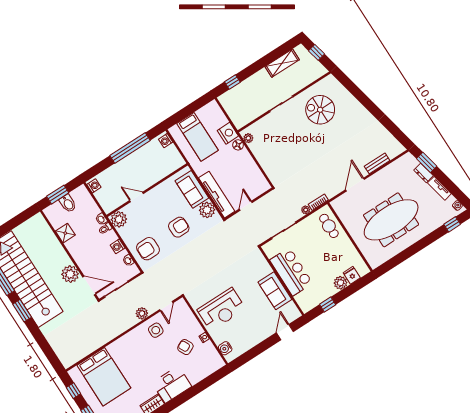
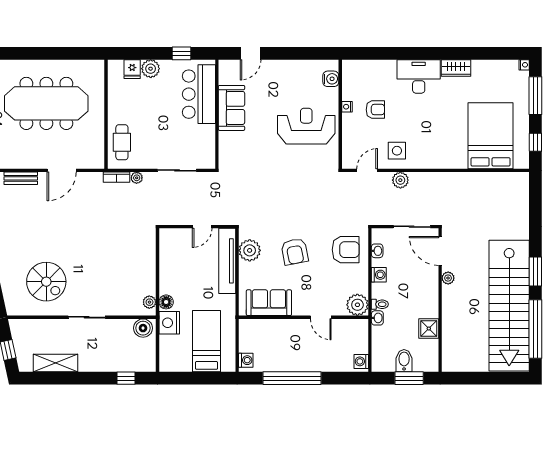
boiler: (242, 120) -> (143, 328), added
sofa: (192, 189) -> (269, 303), moved, turned -90
armchair: (179, 227) -> (295, 252), turned -101
bar counter: (291, 272) -> (199, 94), moved
plant: (70, 274) -> (448, 278), width x0.53, depth x0.53
armchair: (185, 347) -> (375, 110), turned -64

